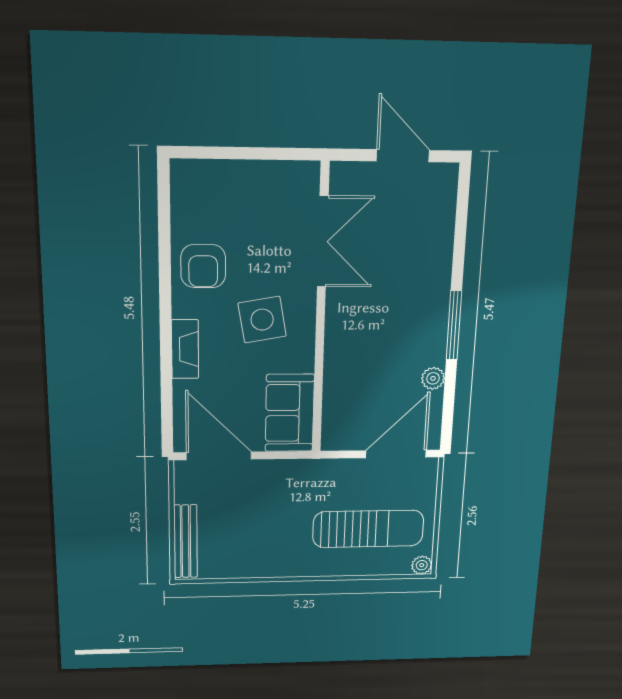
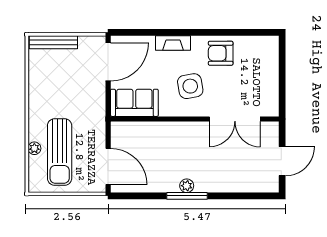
plant: (433, 378) -> (187, 186), moved
plant: (422, 565) -> (34, 148), moved

